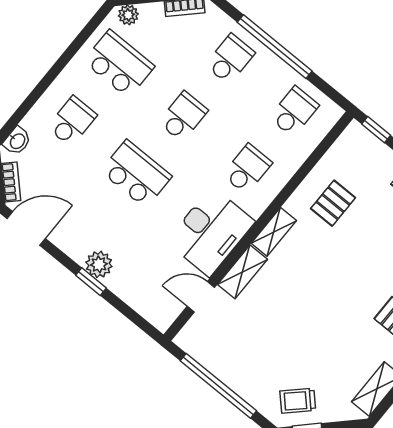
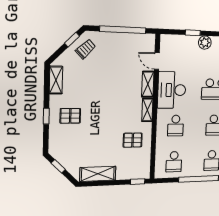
pallet: (333, 203) -> (133, 140), turned 90
window: (91, 282) -> (193, 33), moved
door: (201, 297) -> (157, 61), swing flipped

